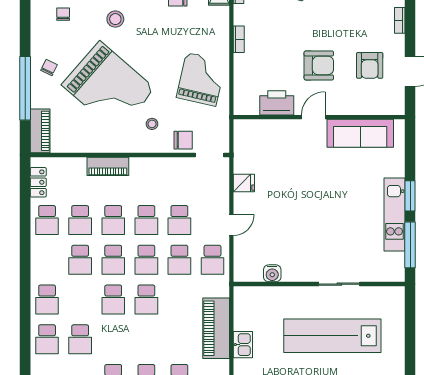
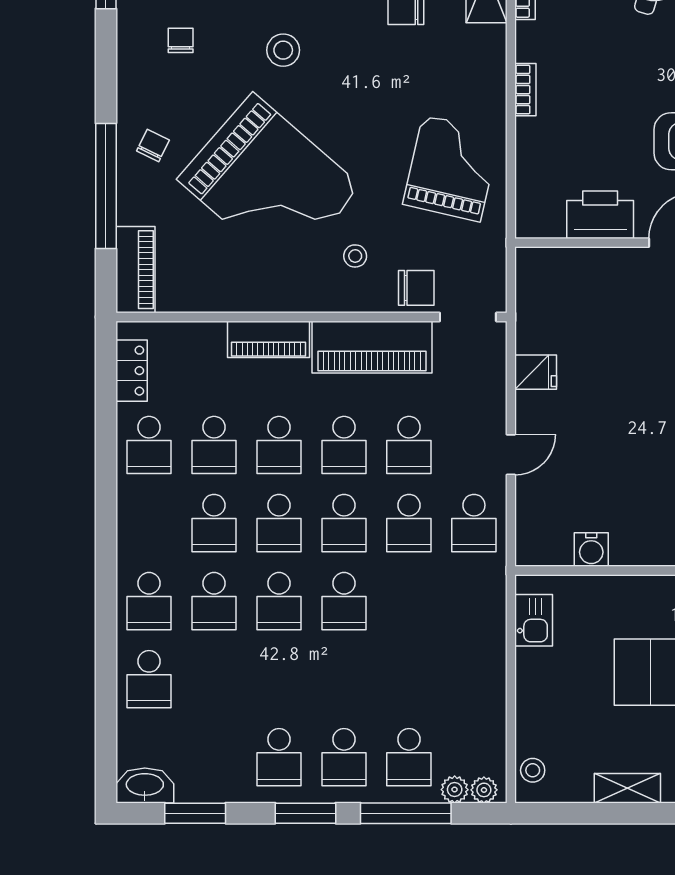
piano: (216, 328) -> (372, 347), moved, turned -90
school desk: (80, 339) -> (214, 601), moved
kitchen sink: (243, 345) -> (534, 620), moved

